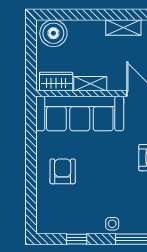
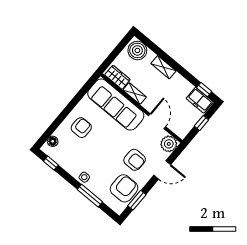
shelving: (123, 28) -> (163, 67), moved
floor lamp: (44, 213) -> (53, 141), added
window: (77, 239) -> (51, 163), moved

